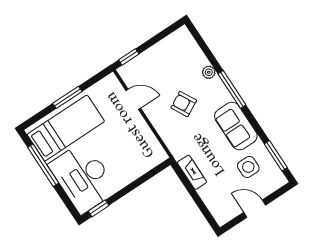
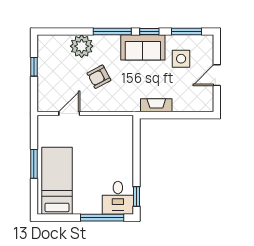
window: (129, 57) -> (34, 67), moved
plant: (209, 72) -> (82, 46), width x1.88, depth x1.88
window: (254, 123) -> (149, 32), added
window: (43, 165) -> (102, 218), moved
desk: (83, 178) -> (118, 198), width x0.53, depth x0.77

